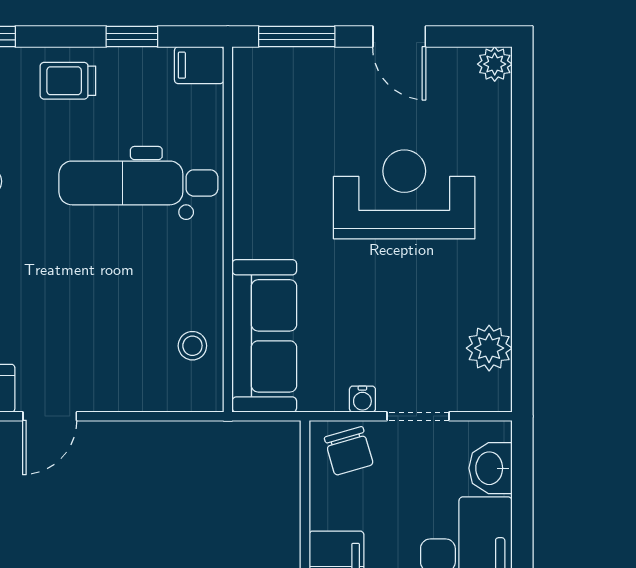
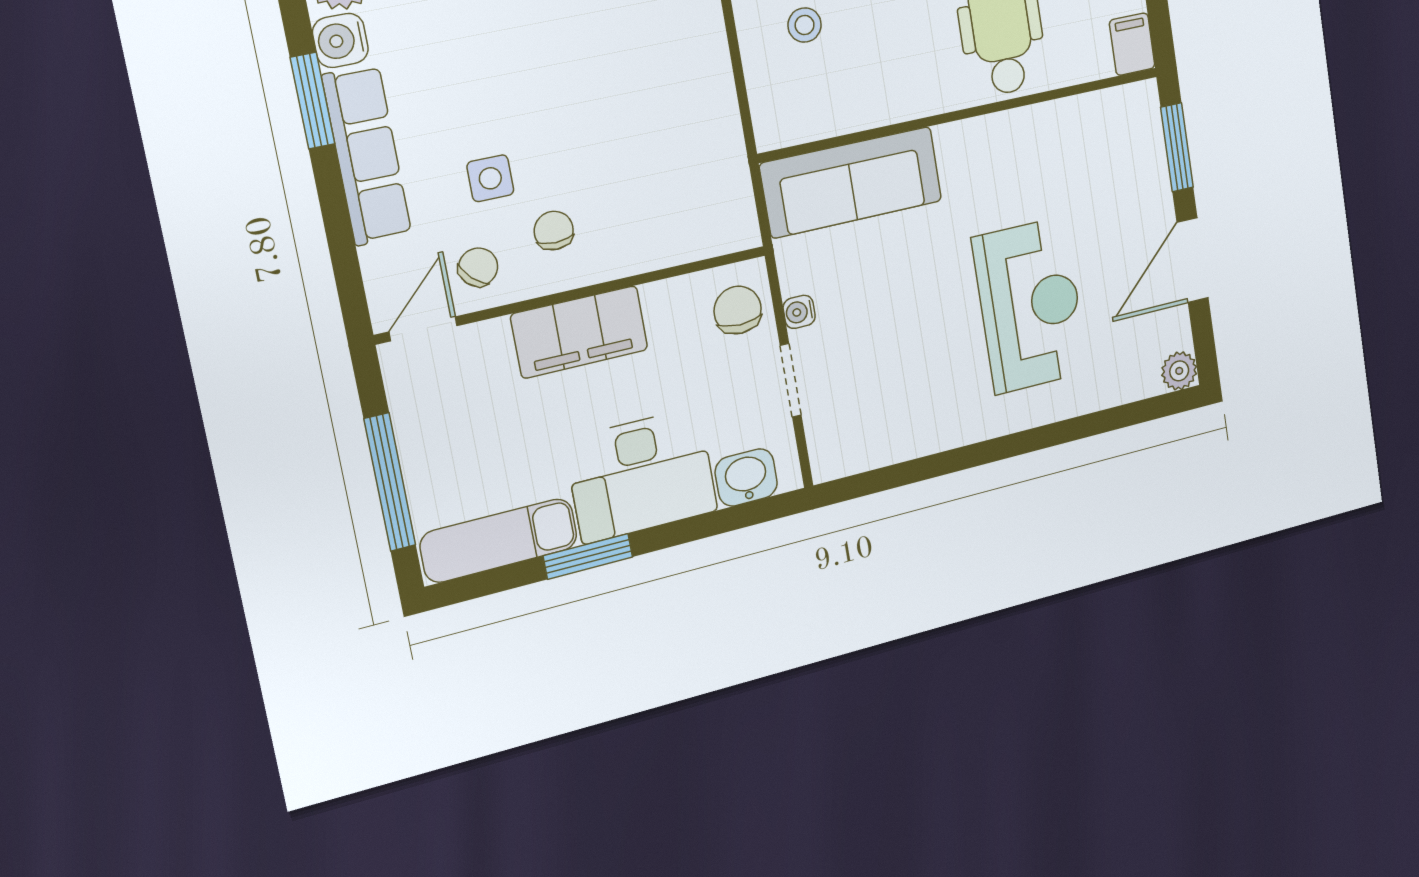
door: (399, 37) -> (1193, 260), width x1.38
stool: (192, 346) -> (805, 25), moved
plant: (489, 348) -> (880, 442), removed
chair: (349, 451) -> (738, 310), turned 106

